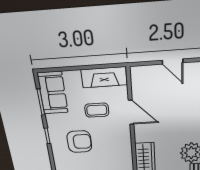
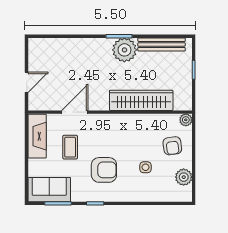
door: (173, 62) -> (27, 82), moved
armchair: (79, 142) -> (104, 170), turned 90

